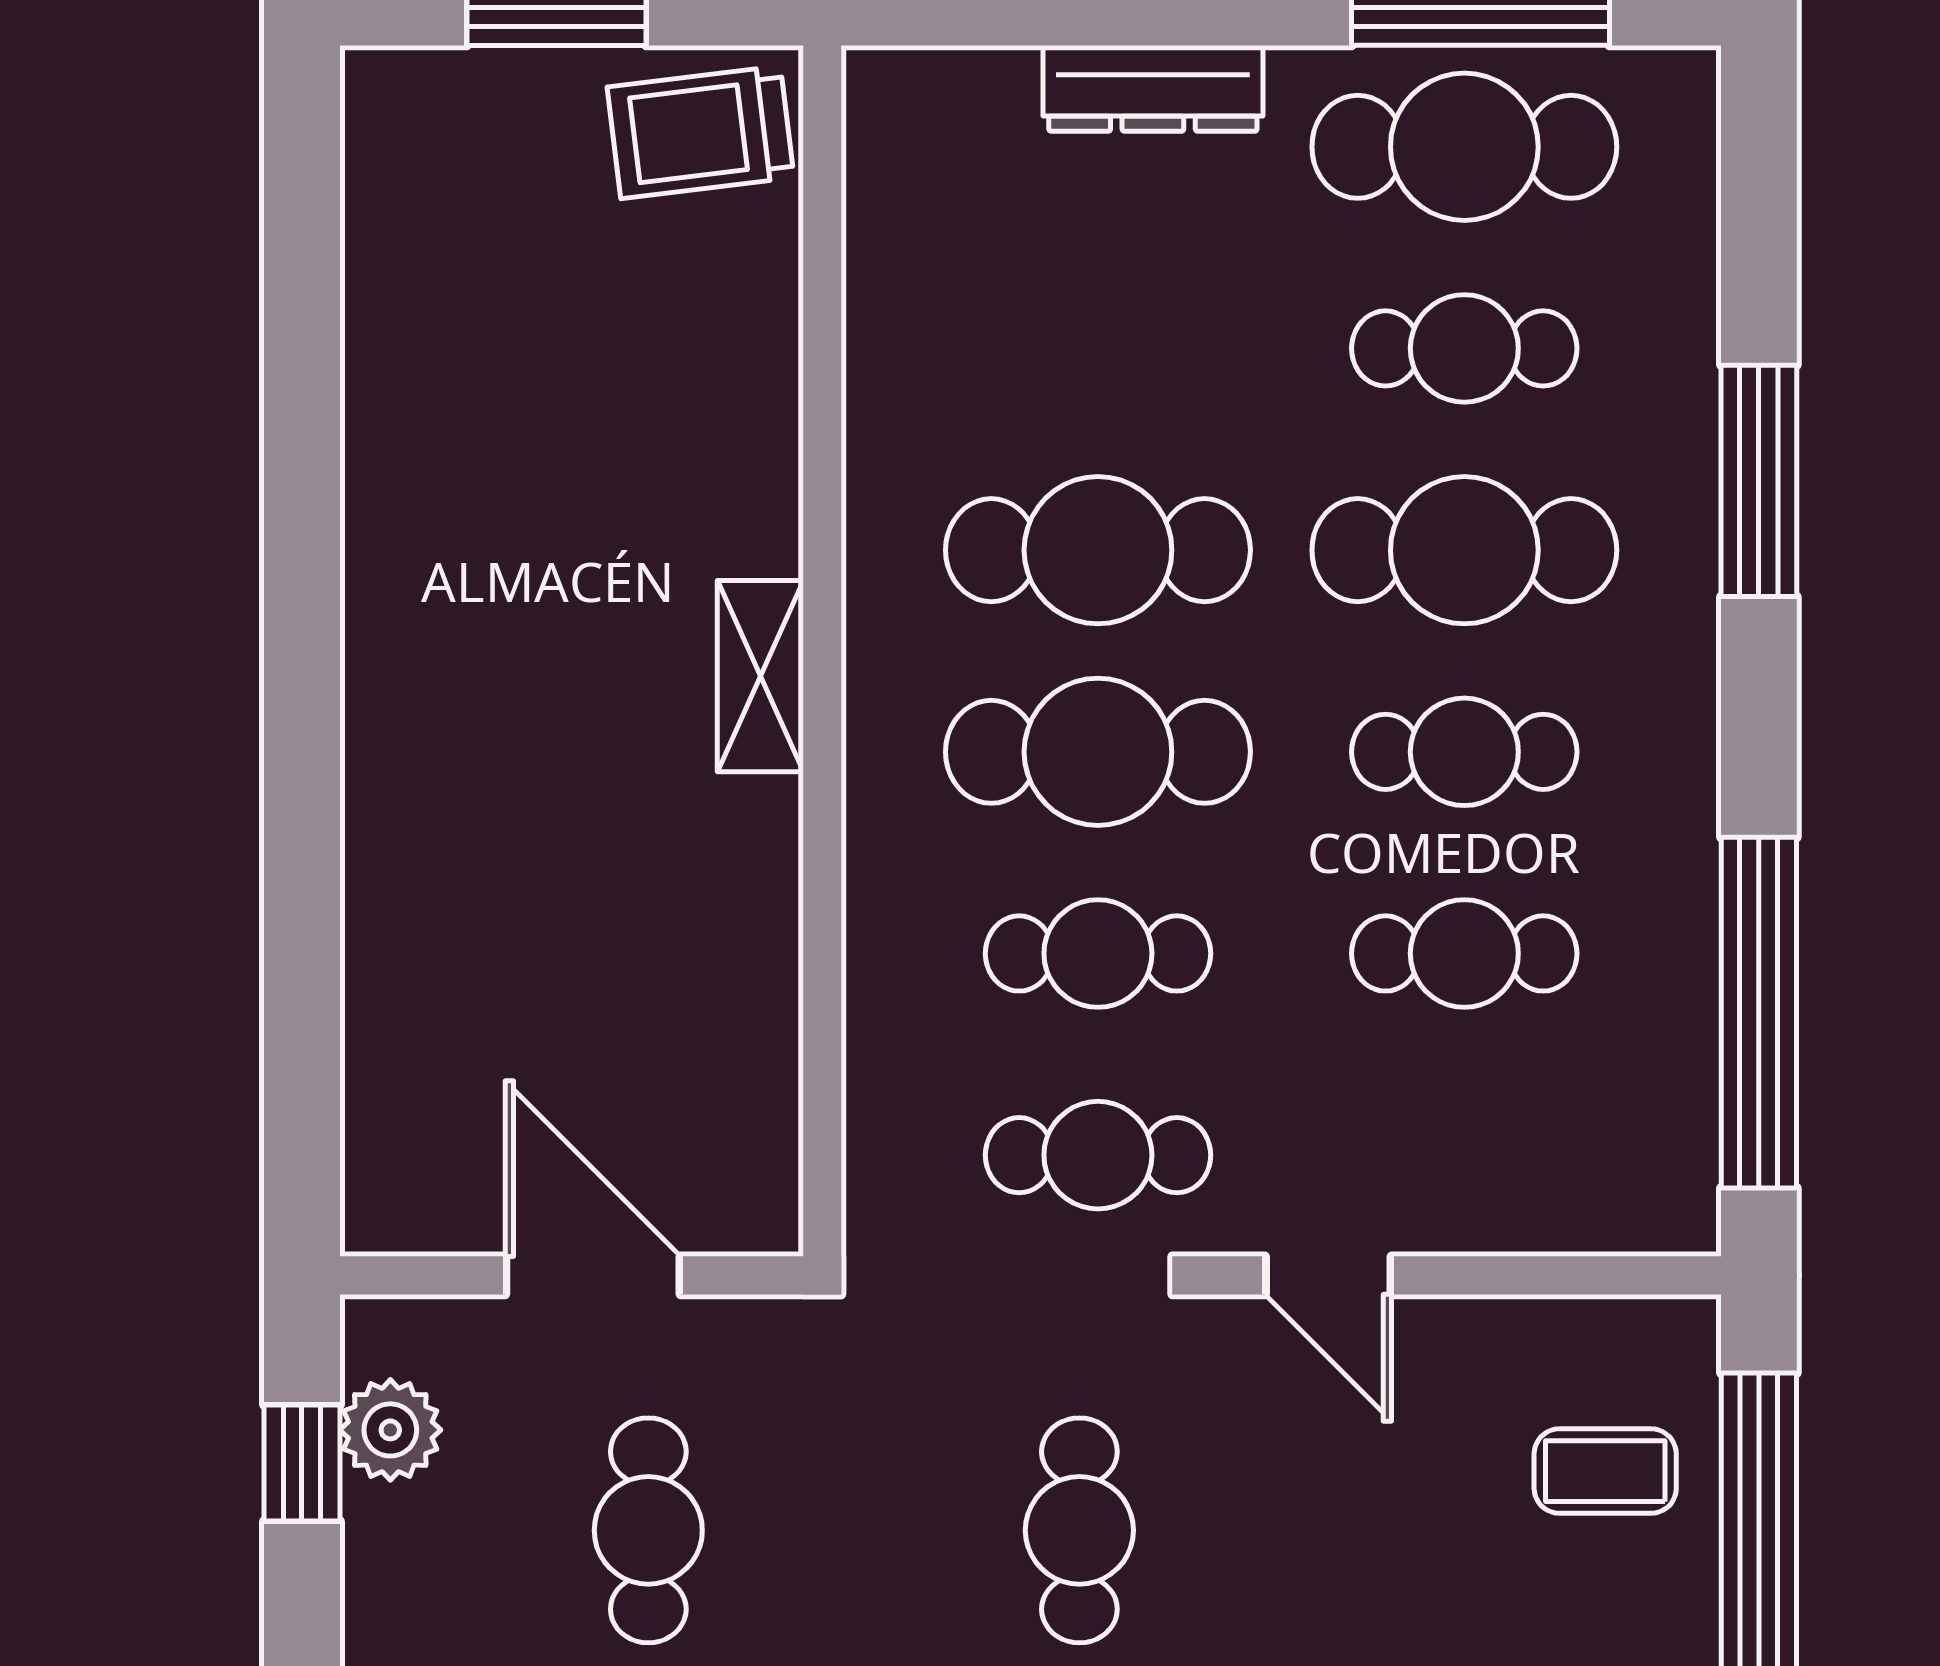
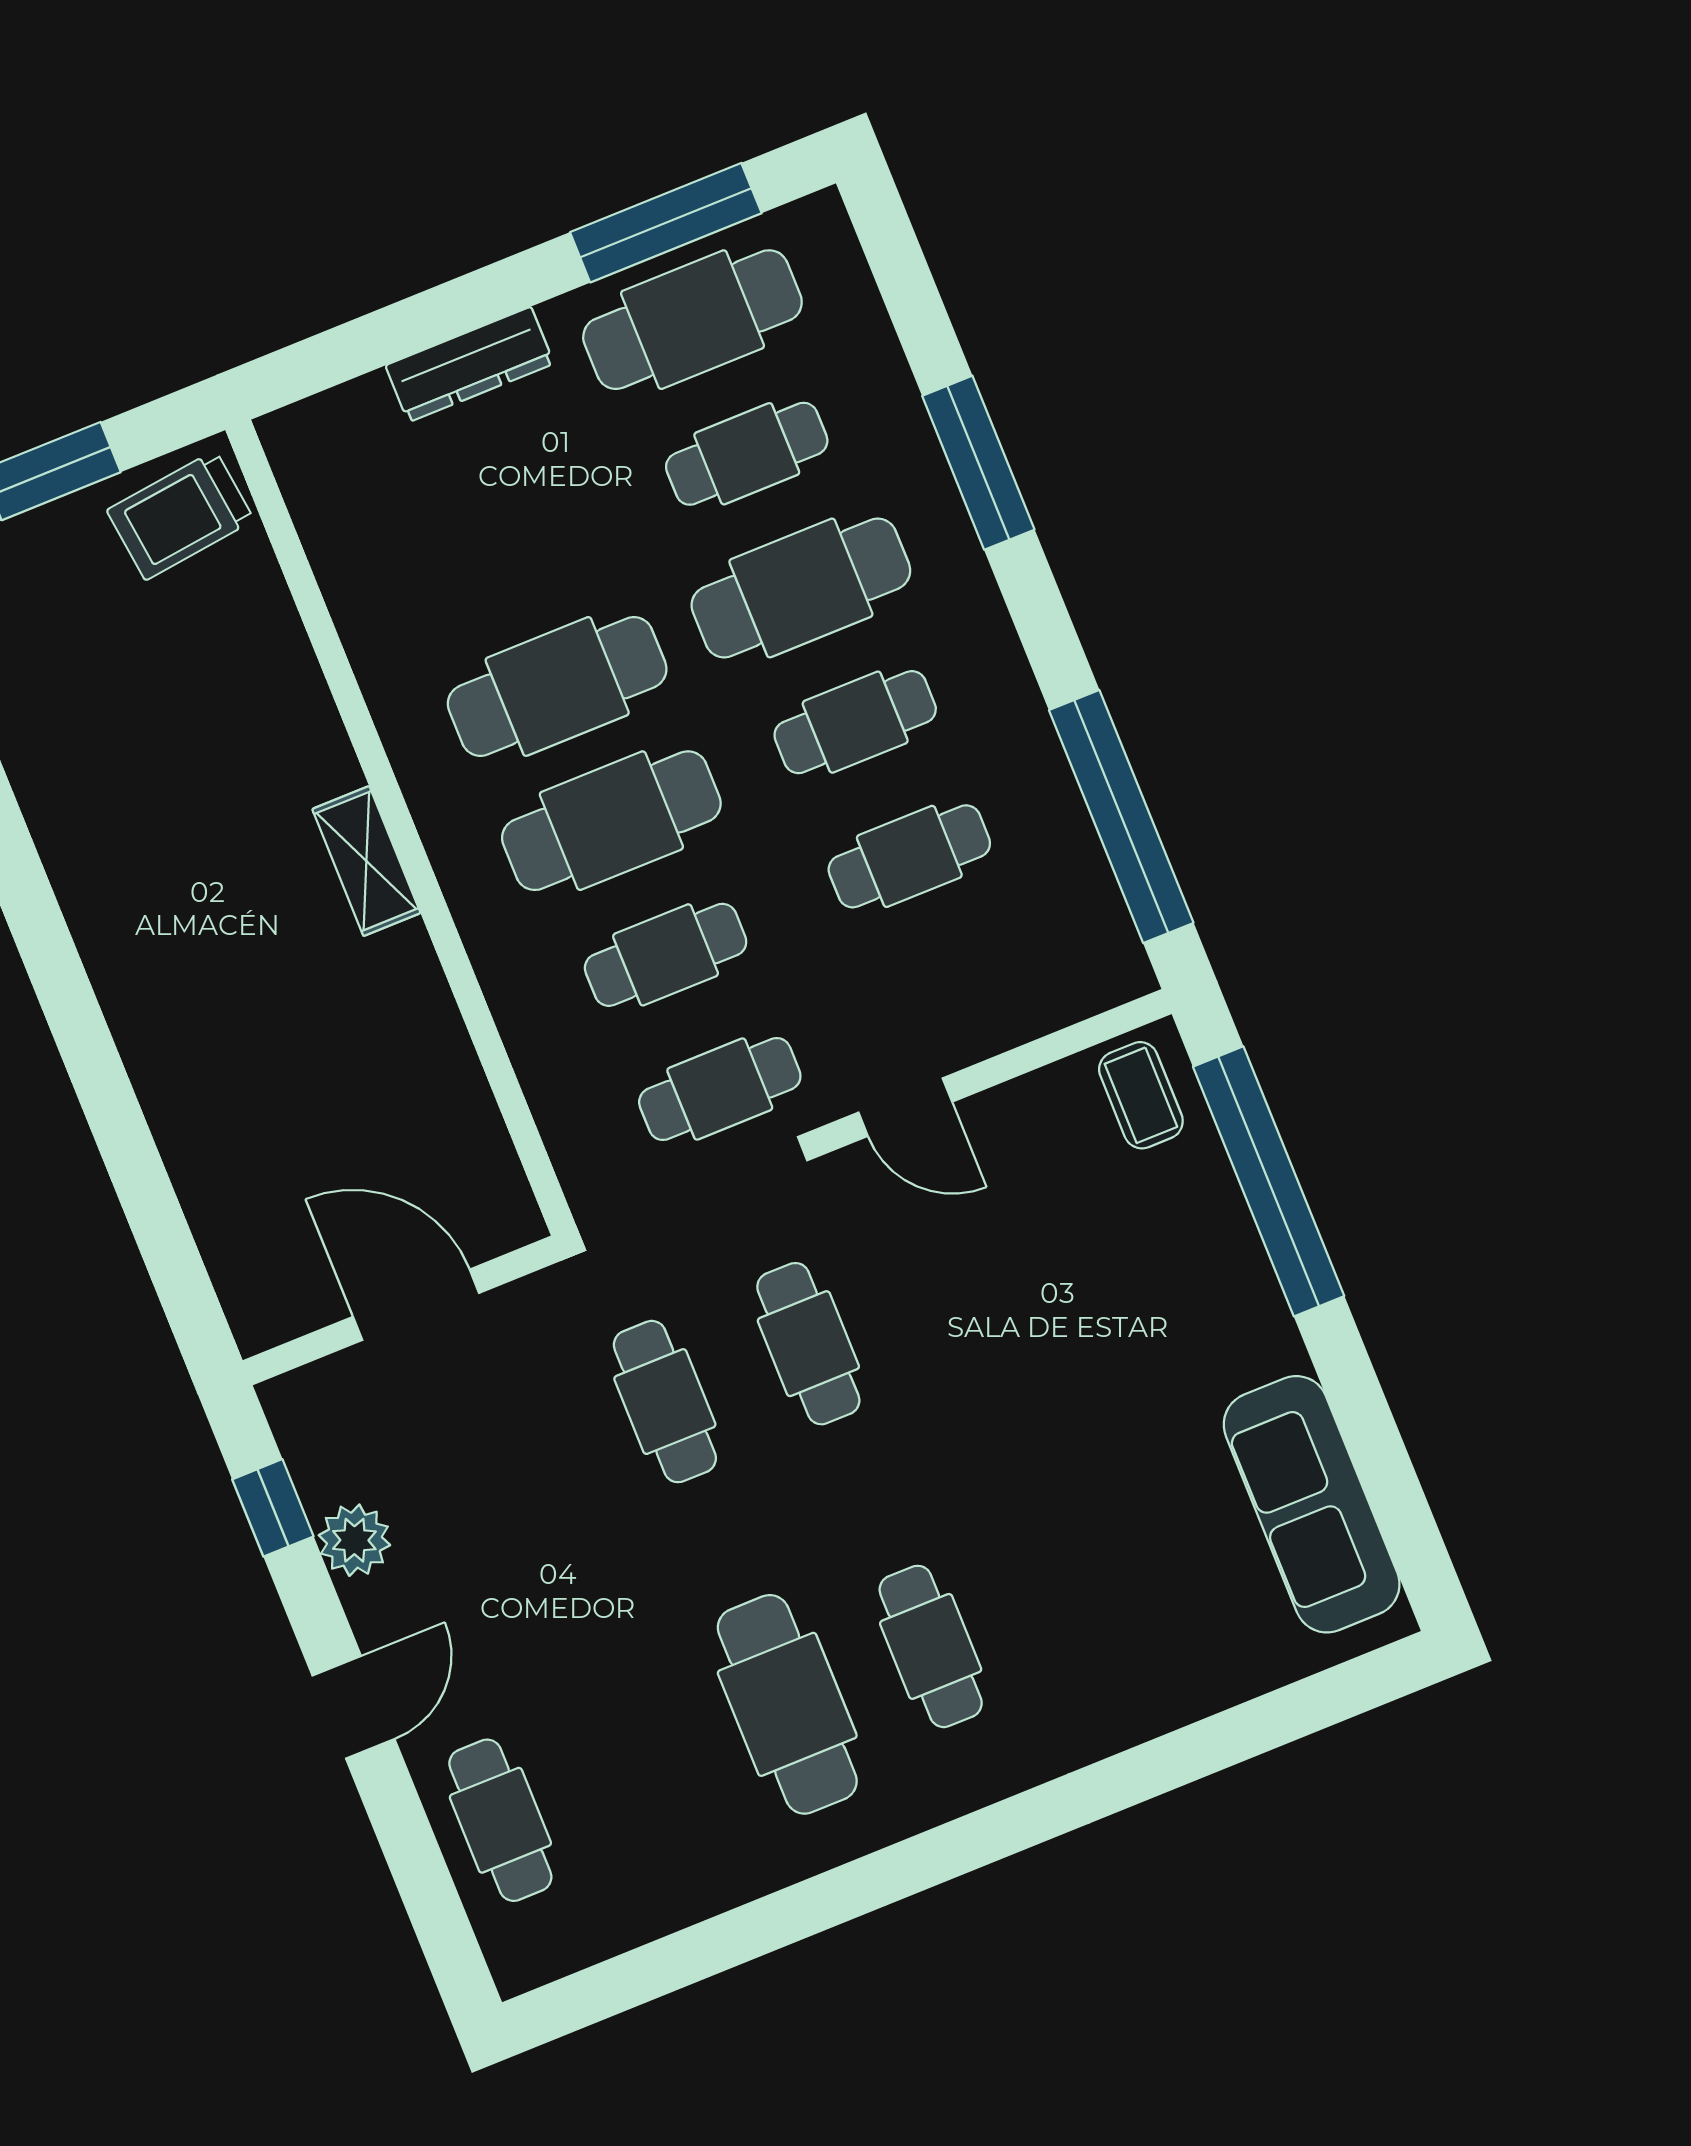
plant: (390, 1430) -> (354, 1540), moved
coffee table: (1605, 1471) -> (1141, 1095), moved, turned 90
cafe table: (648, 1530) -> (665, 1402), moved

